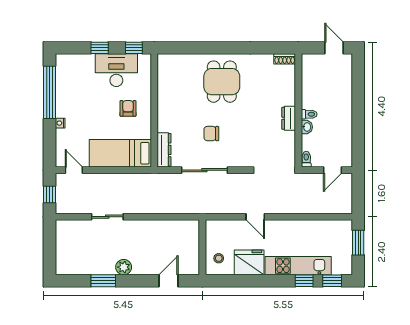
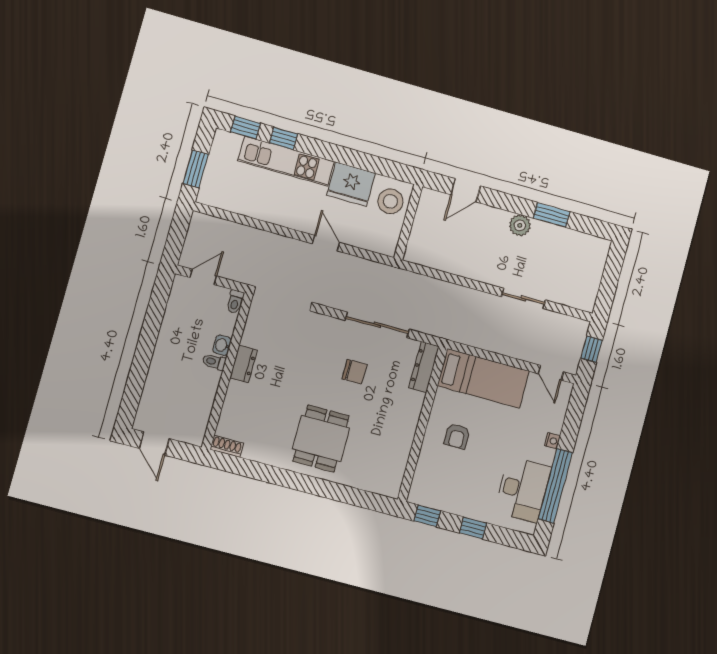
desk: (116, 70) -> (523, 490), moved, turned -90
stool: (219, 258) -> (390, 201), width x1.89, depth x1.89

